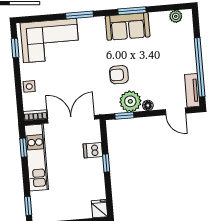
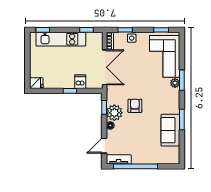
plant: (176, 16) -> (175, 83), moved
sofa: (128, 26) -> (170, 130), moved
window: (19, 96) -> (125, 30), added
kitchen unit: (36, 157) -> (61, 39), moved

